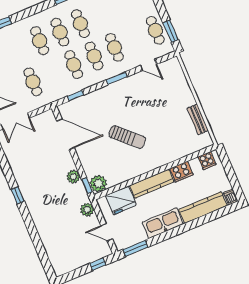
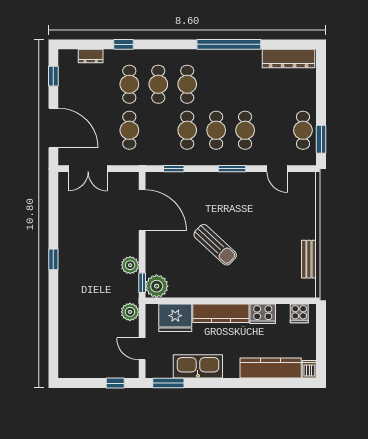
cafe table: (80, 24) -> (129, 84), moved
kitchen sink: (163, 223) -> (198, 366), moved

